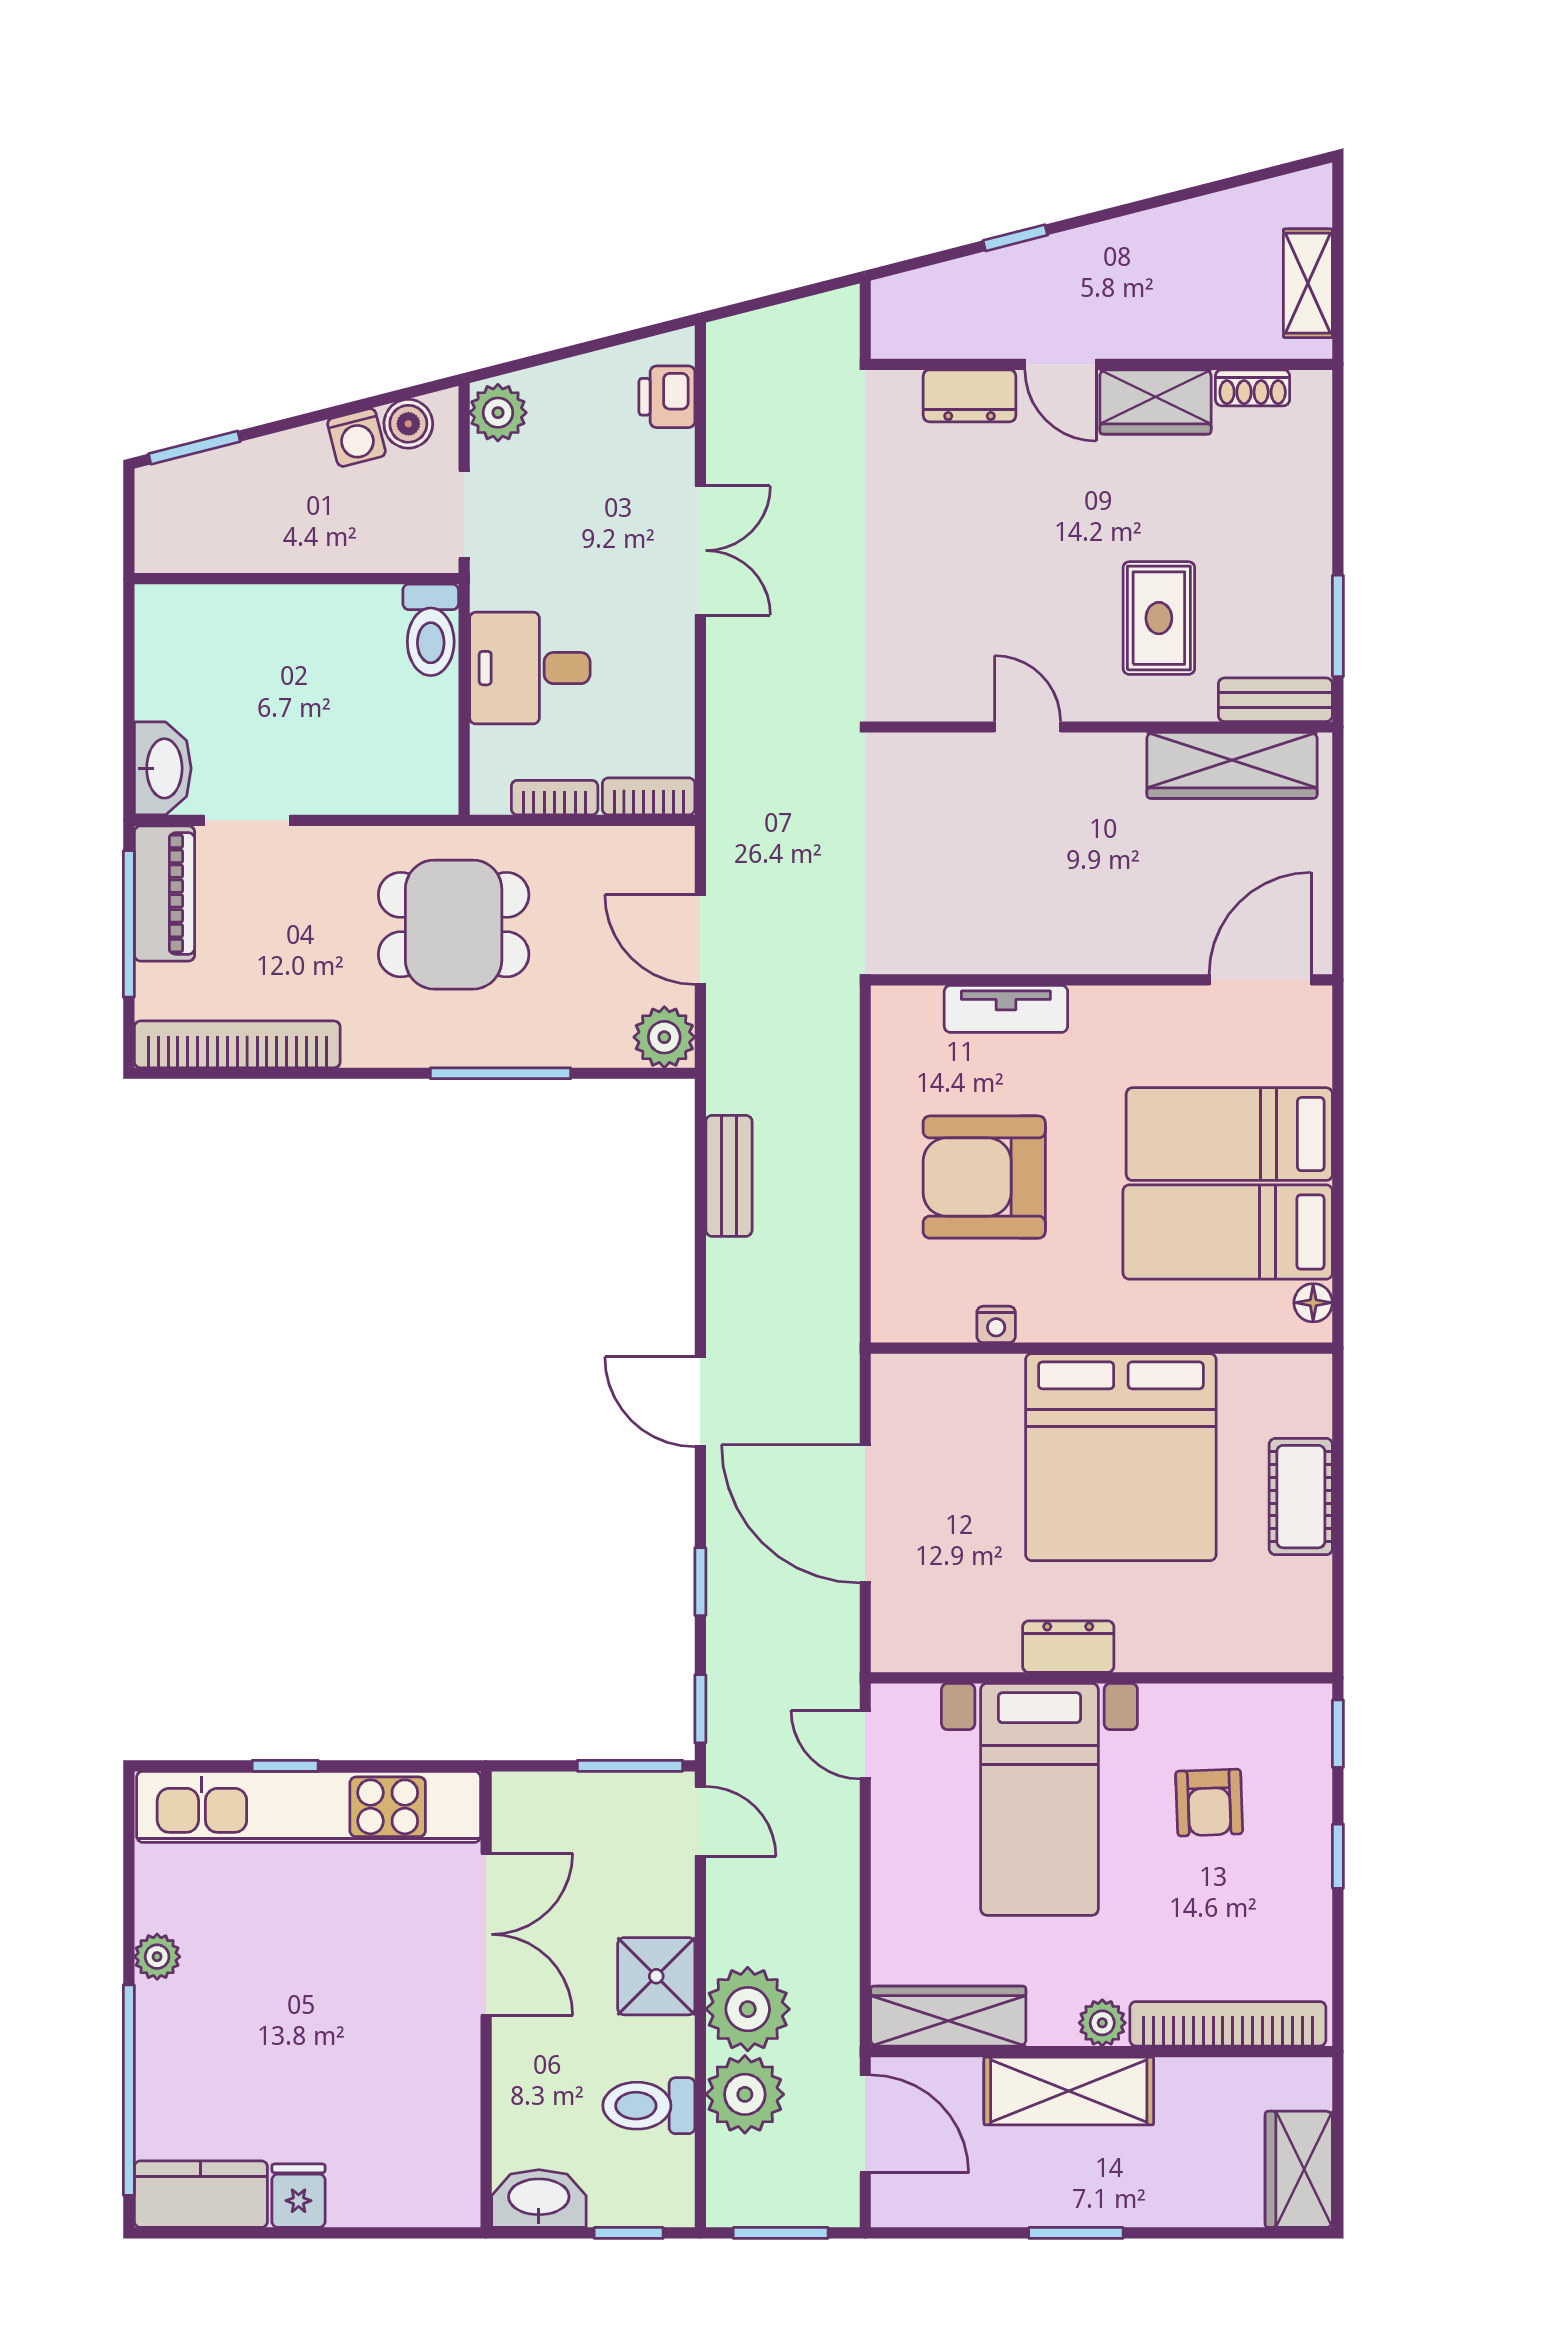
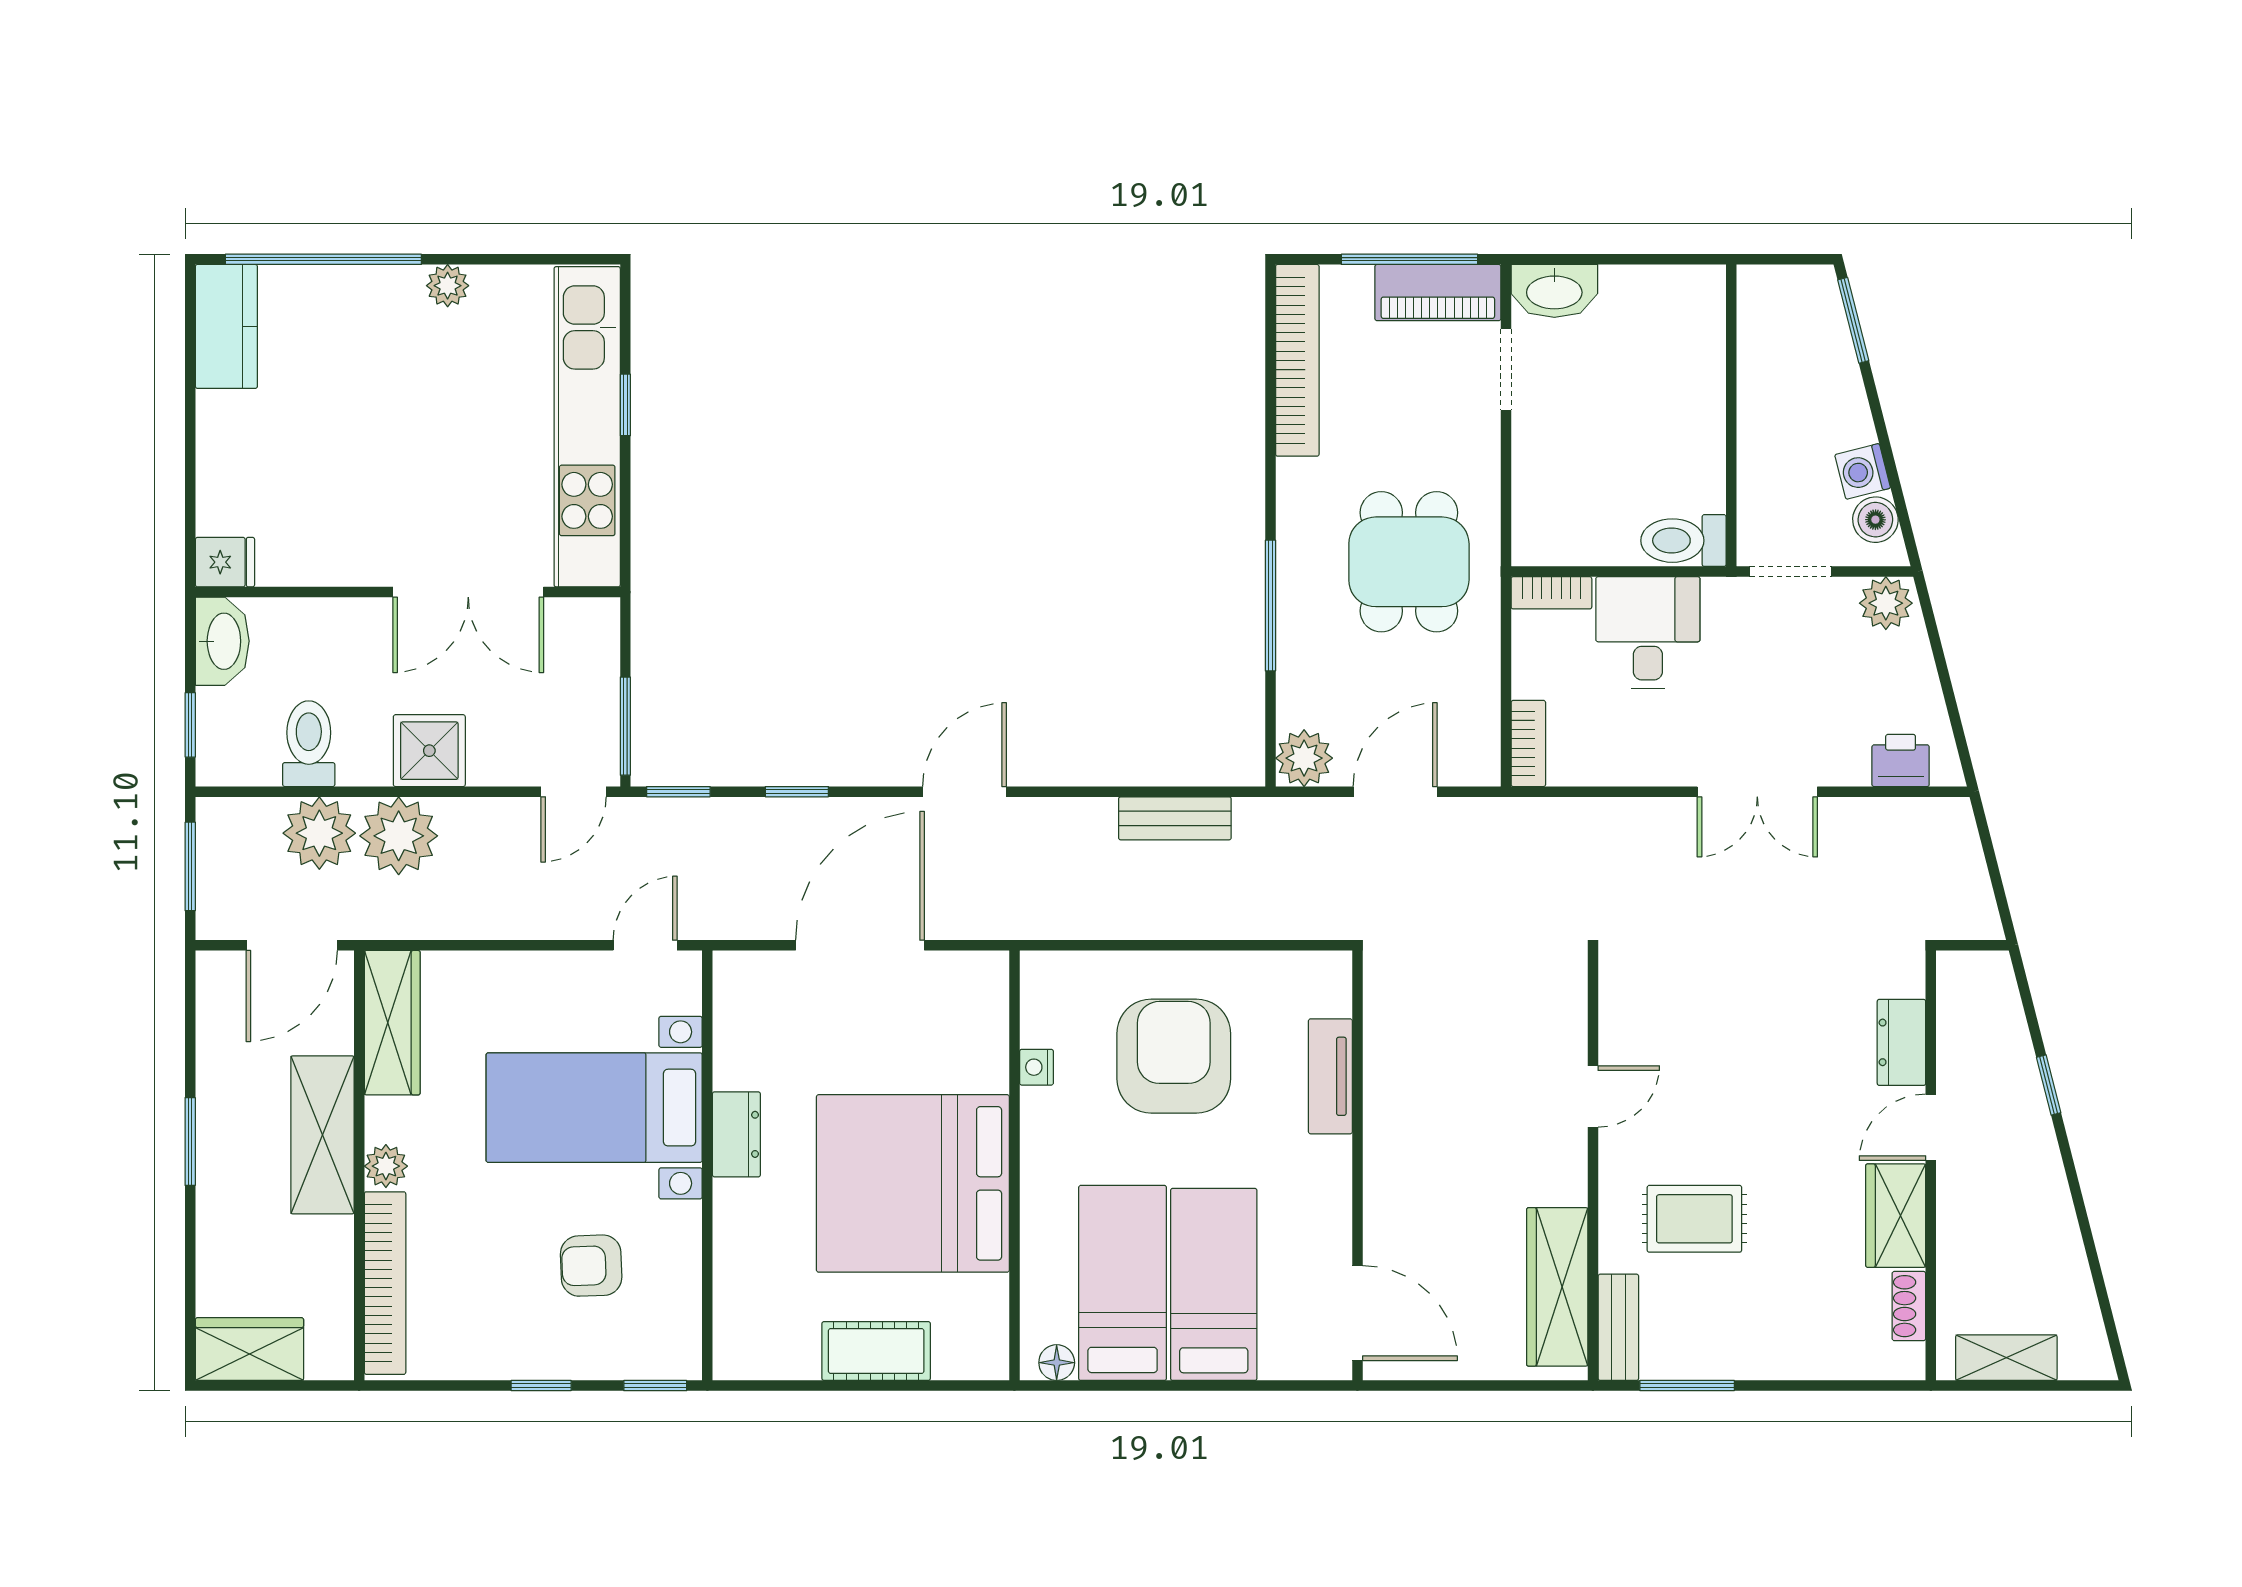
bookcase: (555, 798) -> (1551, 593), moved, turned 90
fridge: (299, 2196) -> (225, 562), moved

